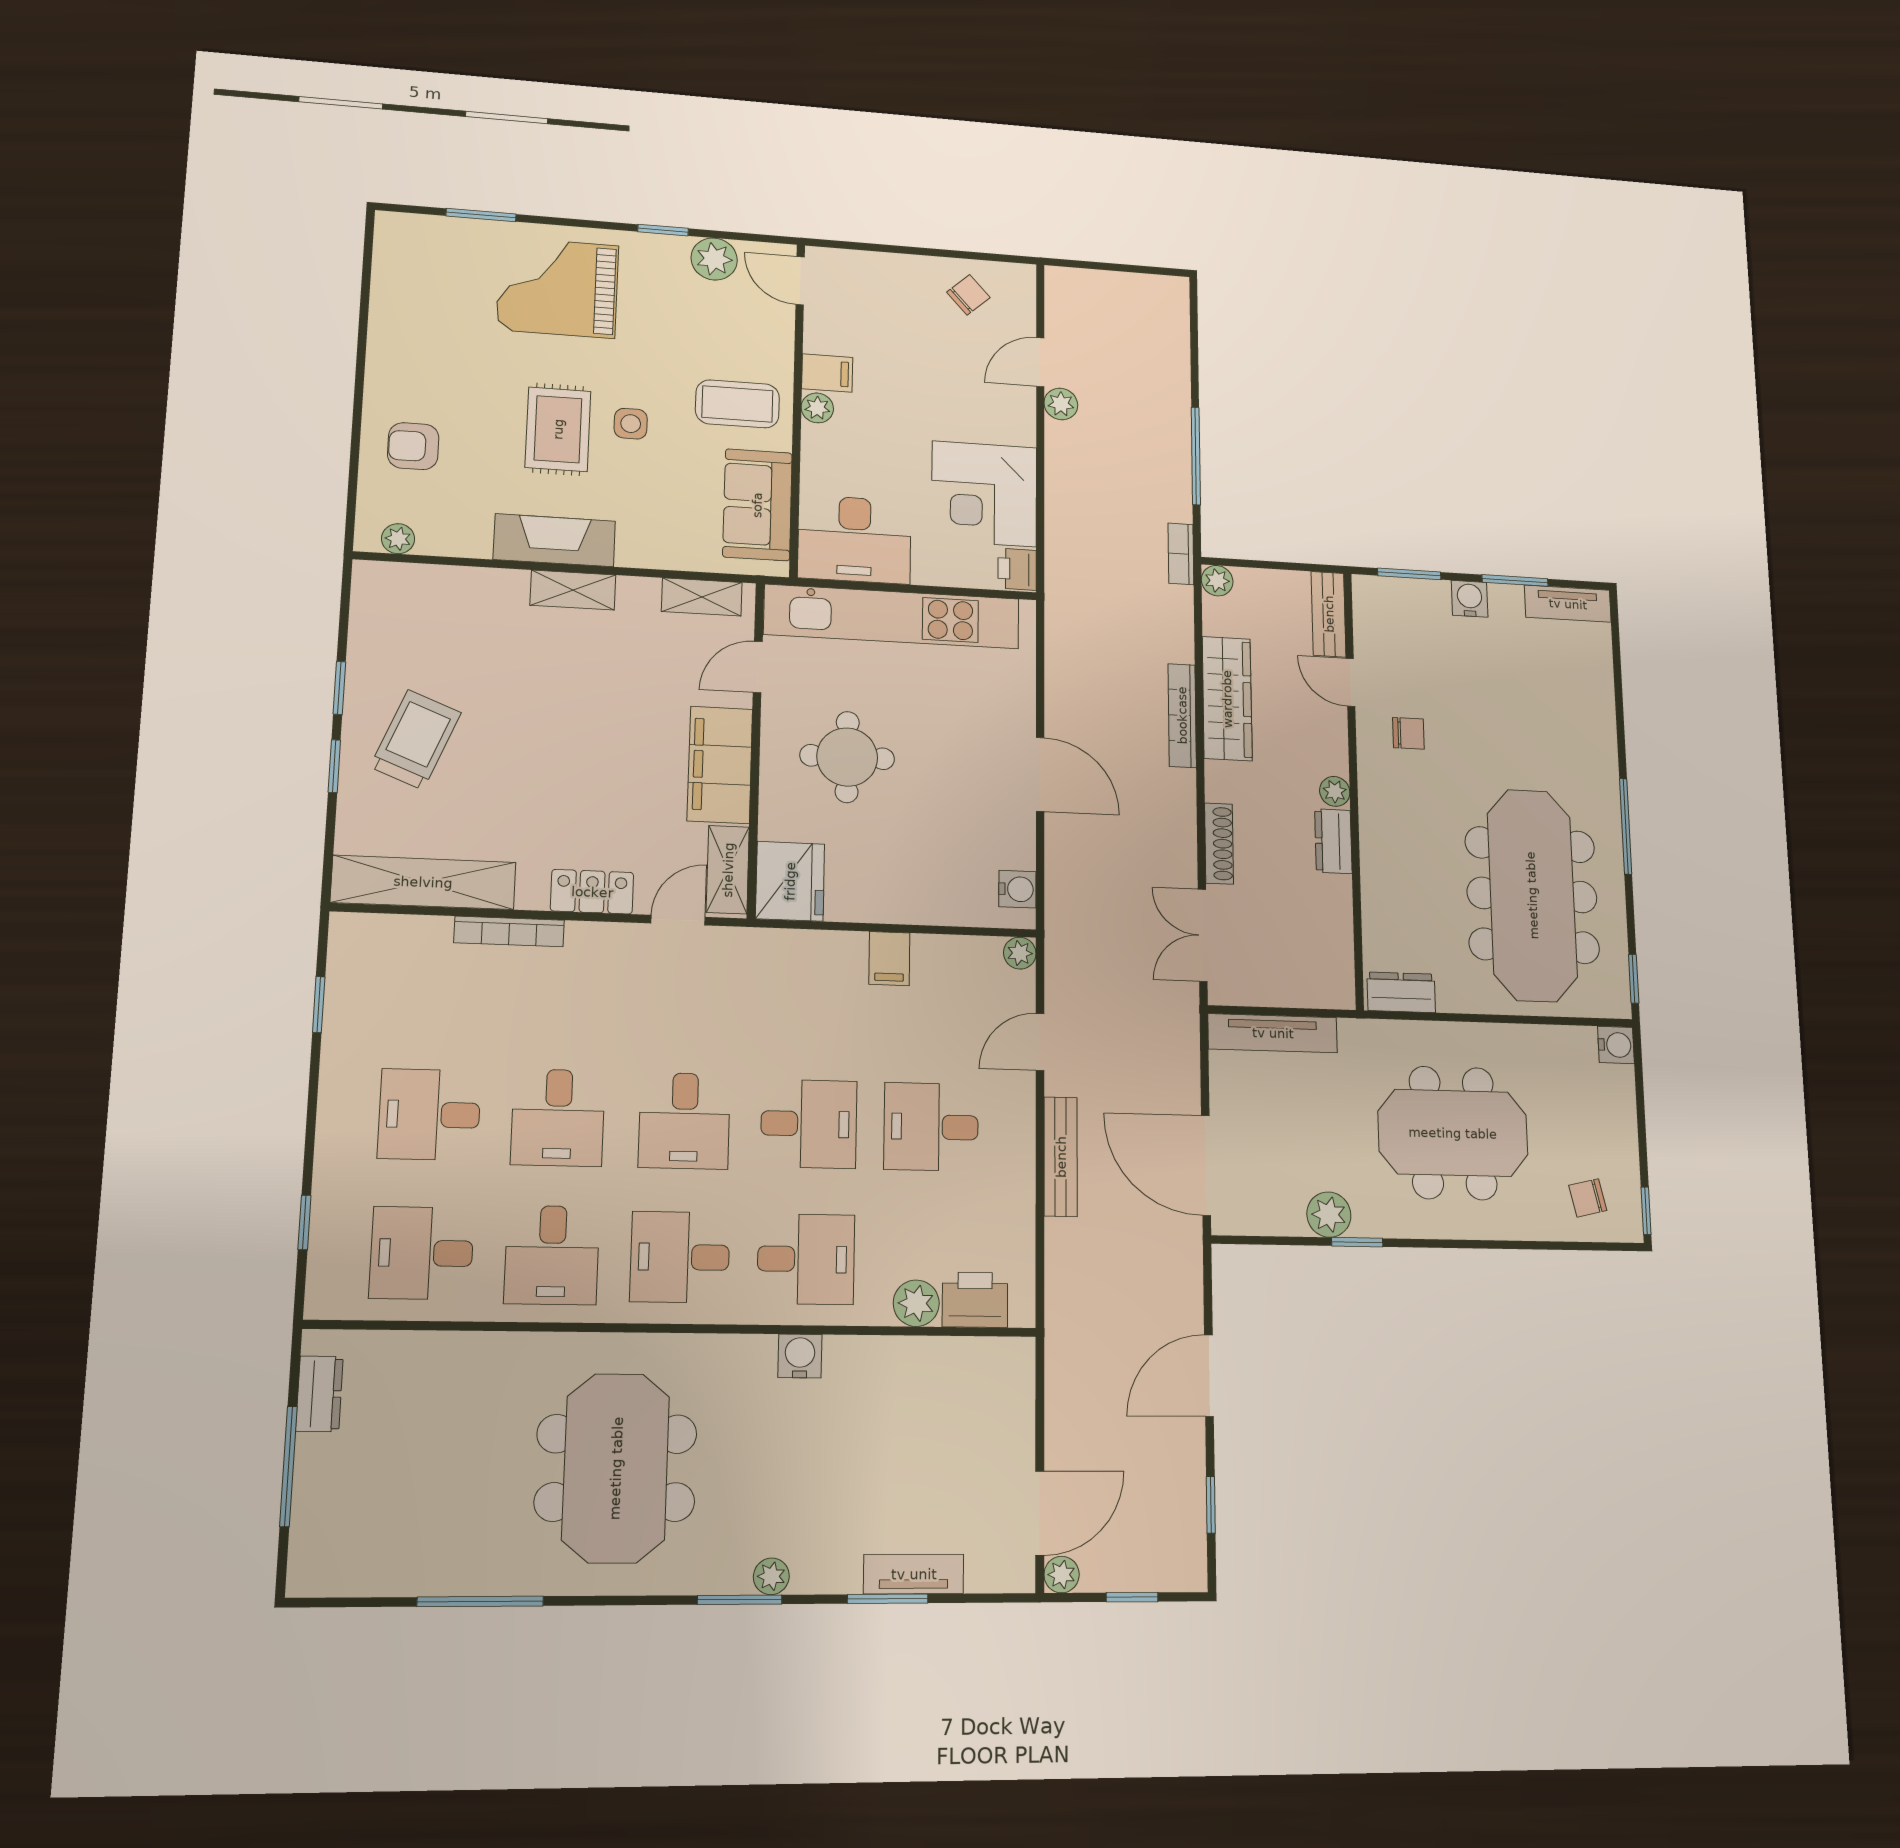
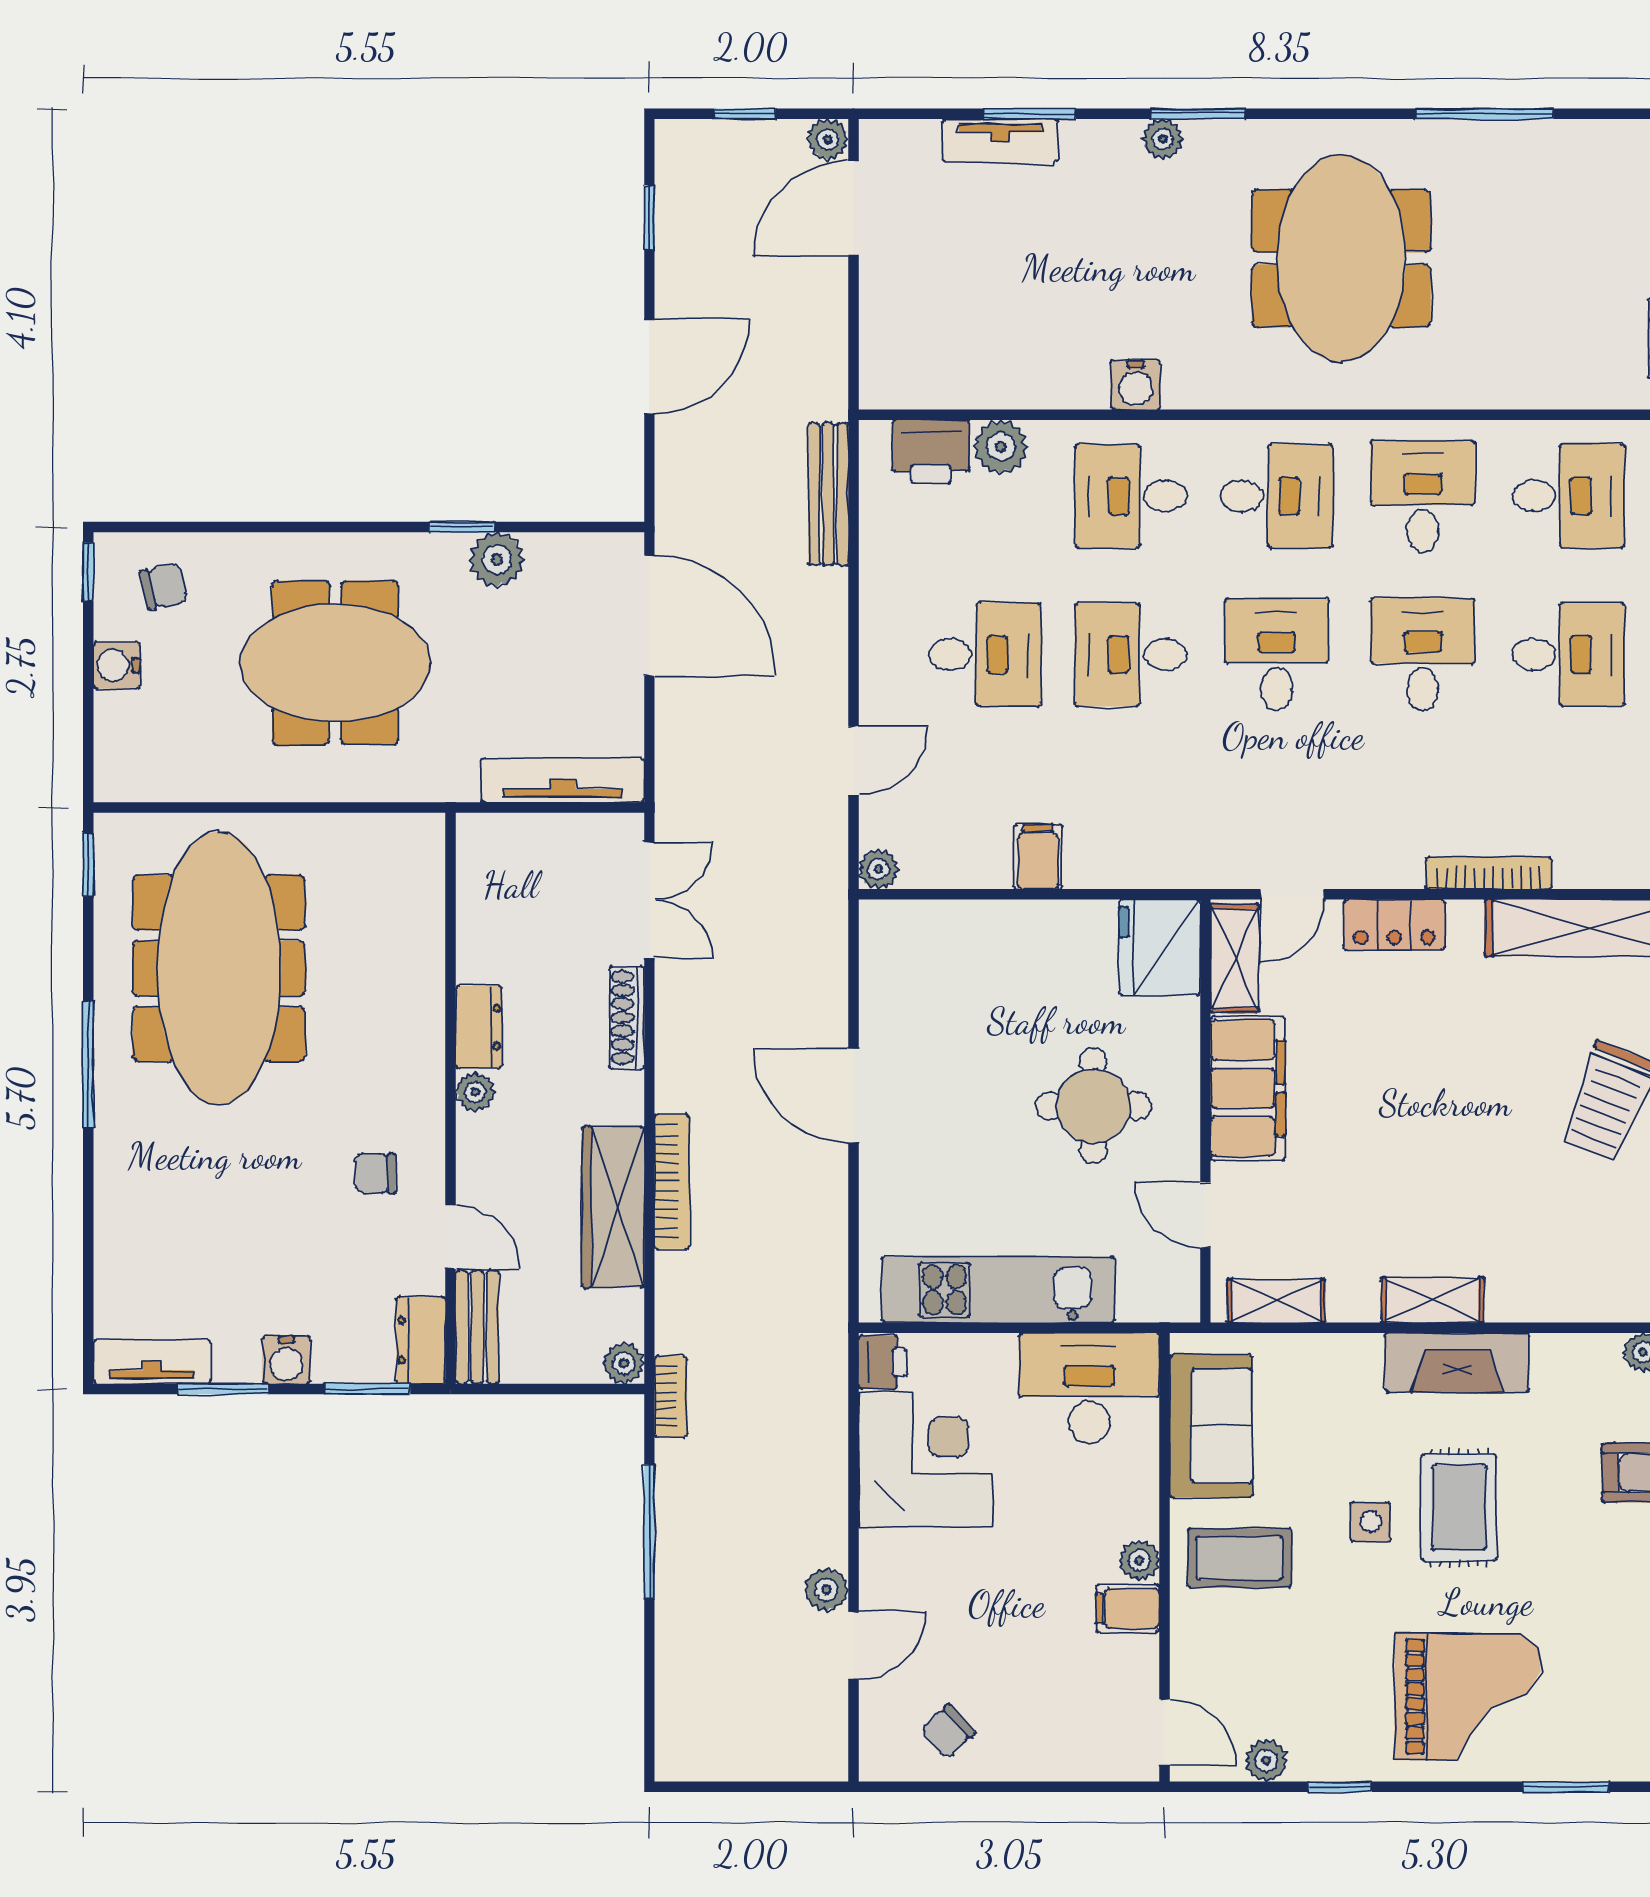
plant: (714, 259) -> (1266, 1761), width x0.73, depth x0.73
kitchen unit: (892, 617) -> (998, 1290), width x0.73
door: (758, 667) -> (1205, 1215), swing flipped
water cooler: (1017, 889) -> (882, 949), removed
dresser: (1401, 992) -> (421, 1340), moved, turned 90
water cooler: (1616, 1045) -> (117, 665), moved
bench: (1061, 1157) -> (828, 494), moved

